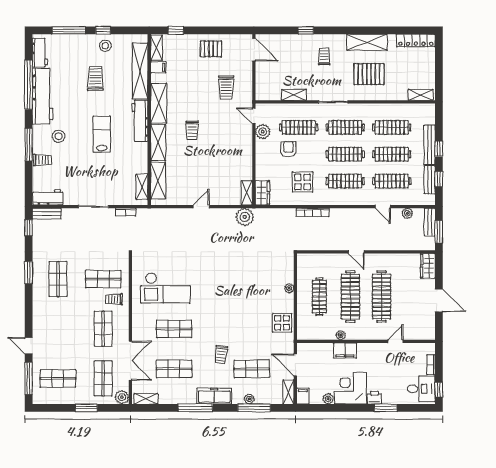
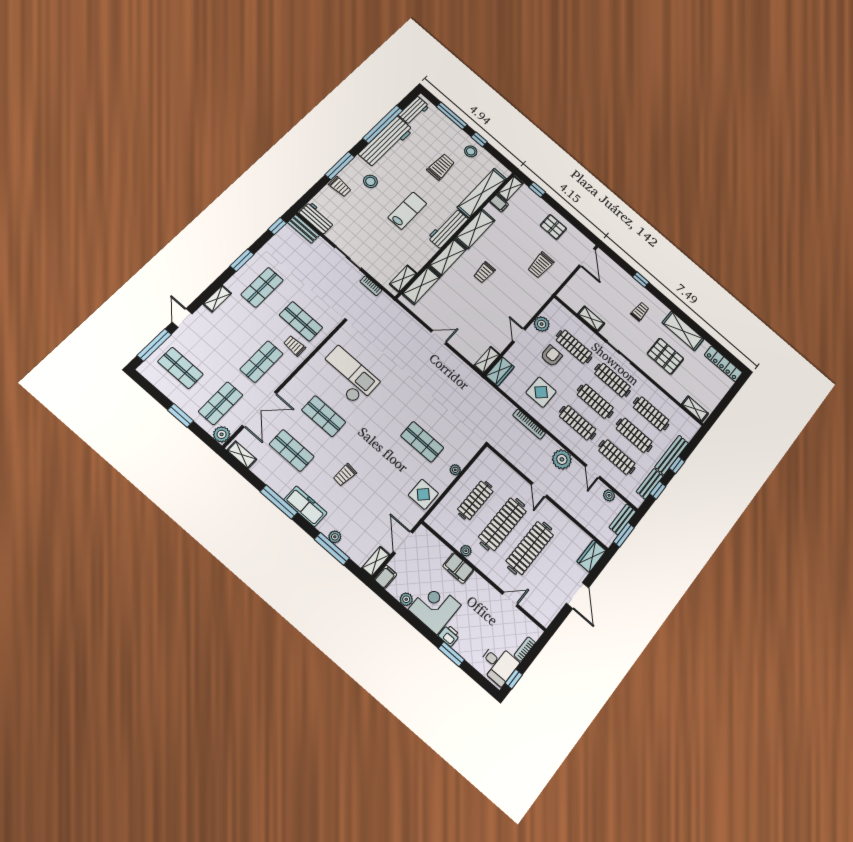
door: (254, 116) -> (519, 335), moved
plant: (245, 217) -> (562, 459), moved
checkout: (165, 288) -> (348, 376), turned 180
shelving: (38, 313) -> (217, 299), added
shop shelf: (252, 369) -> (422, 442), moved

